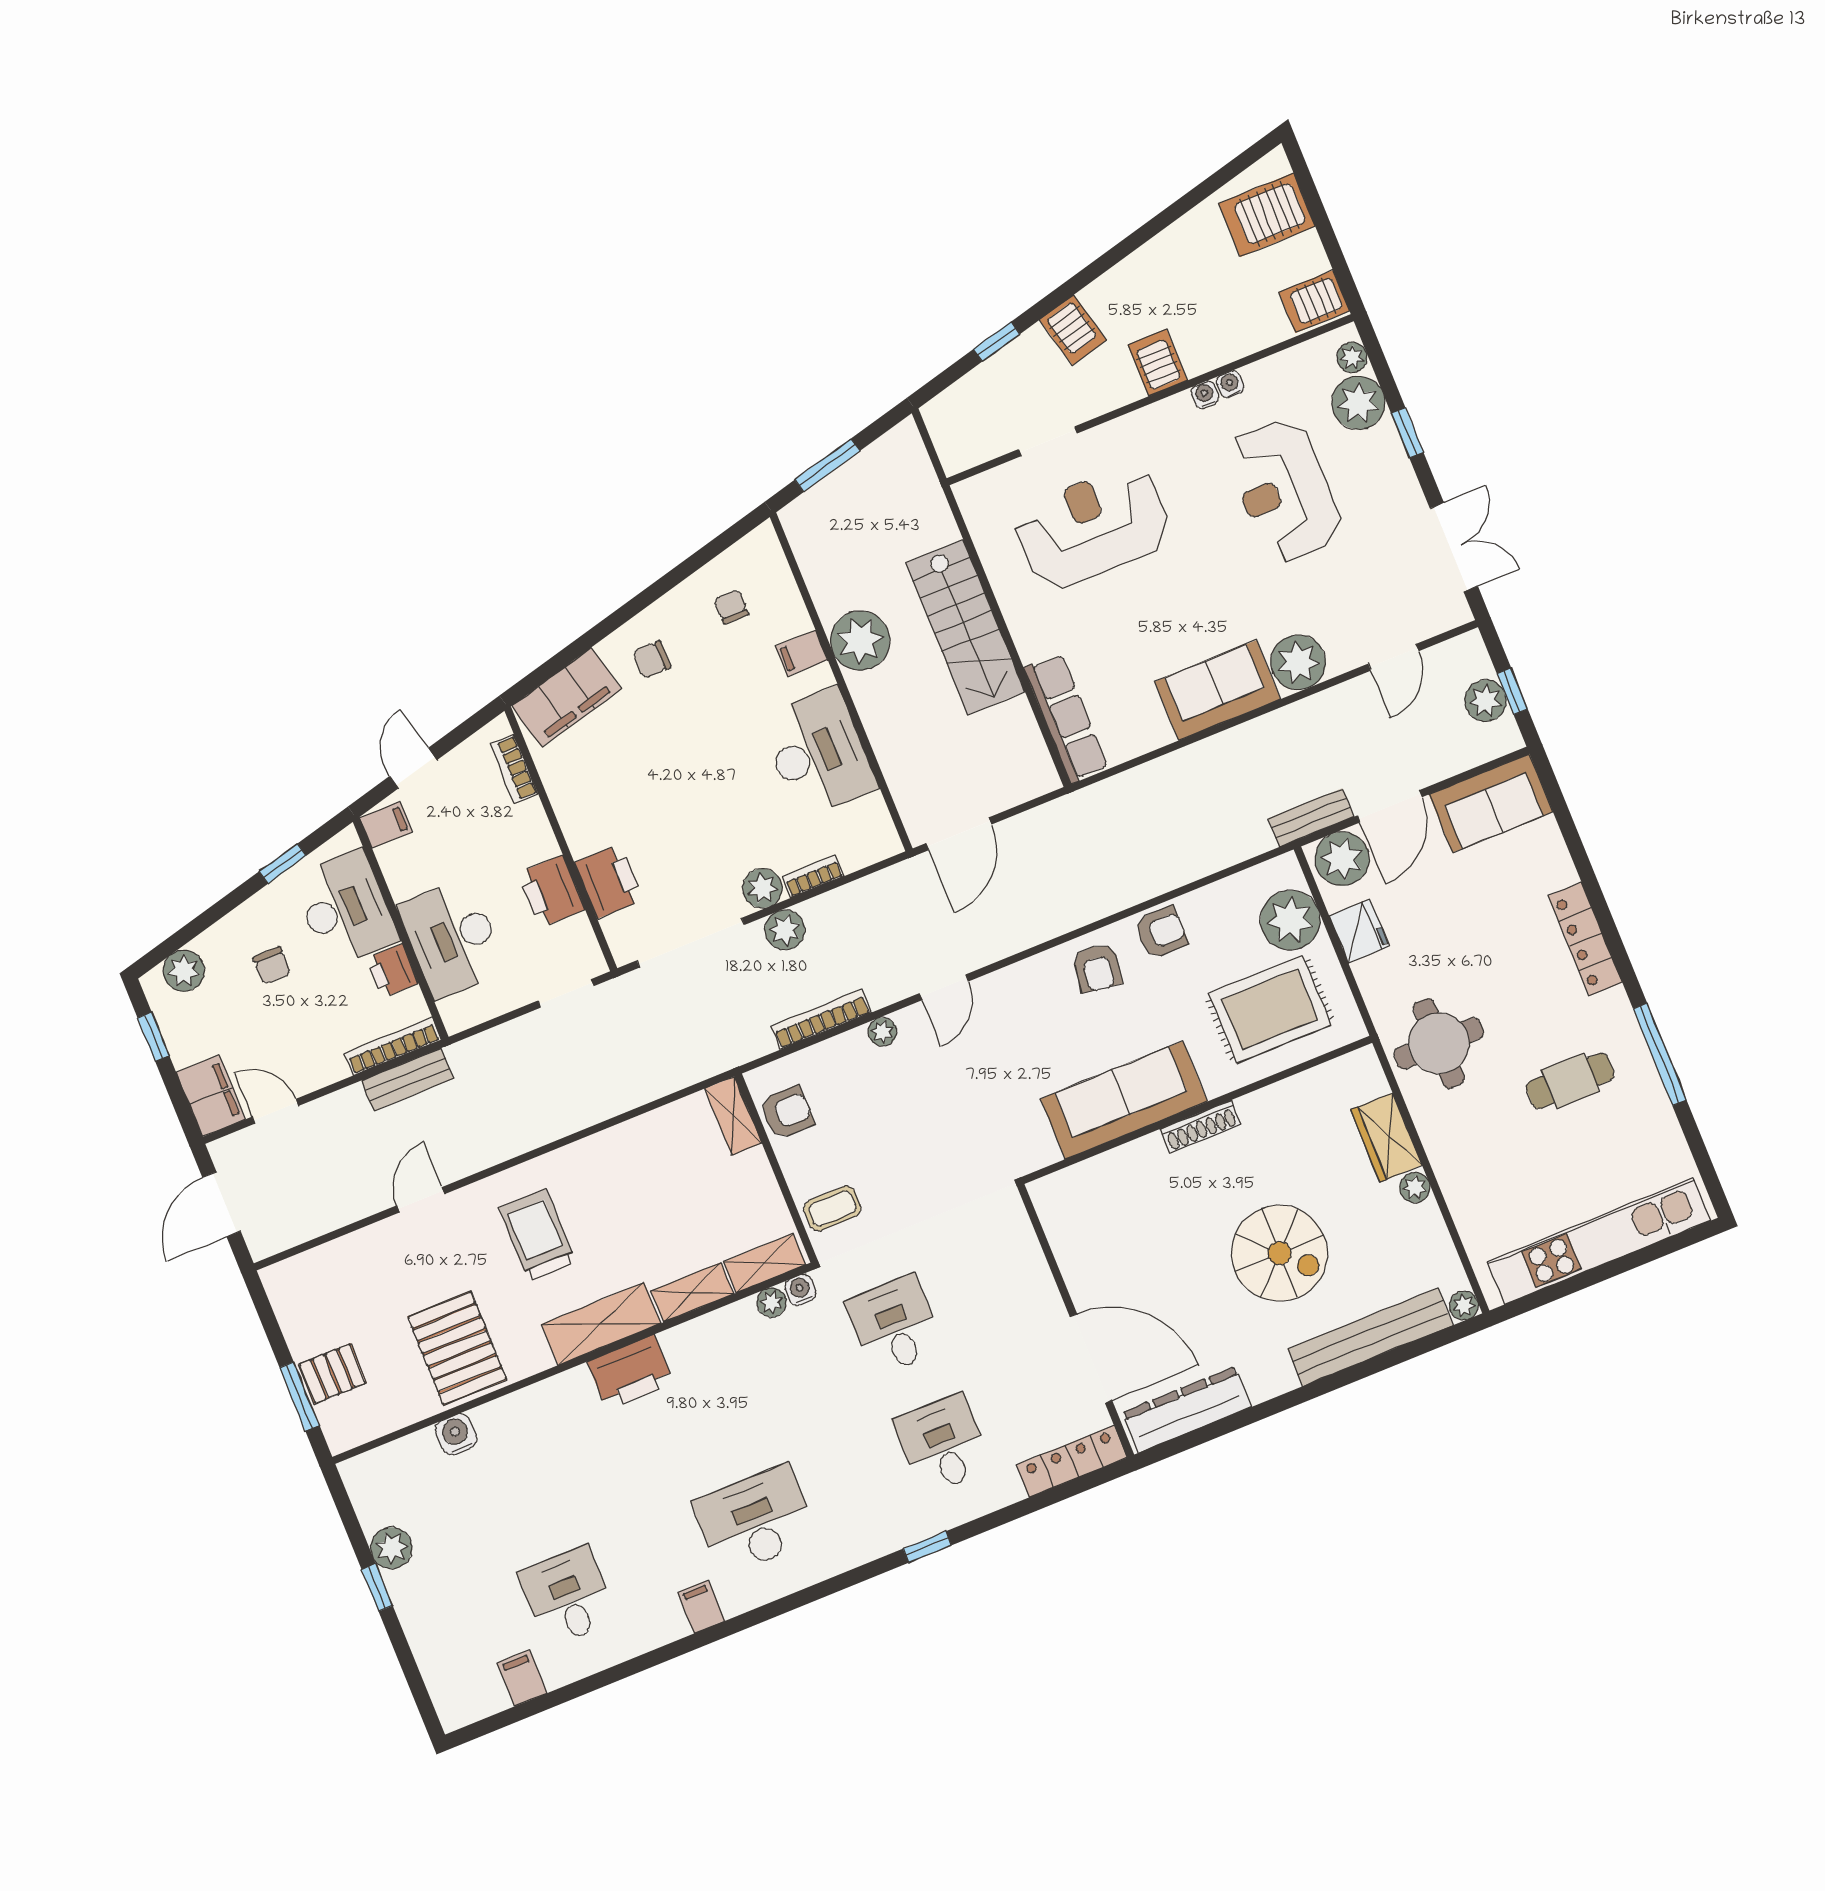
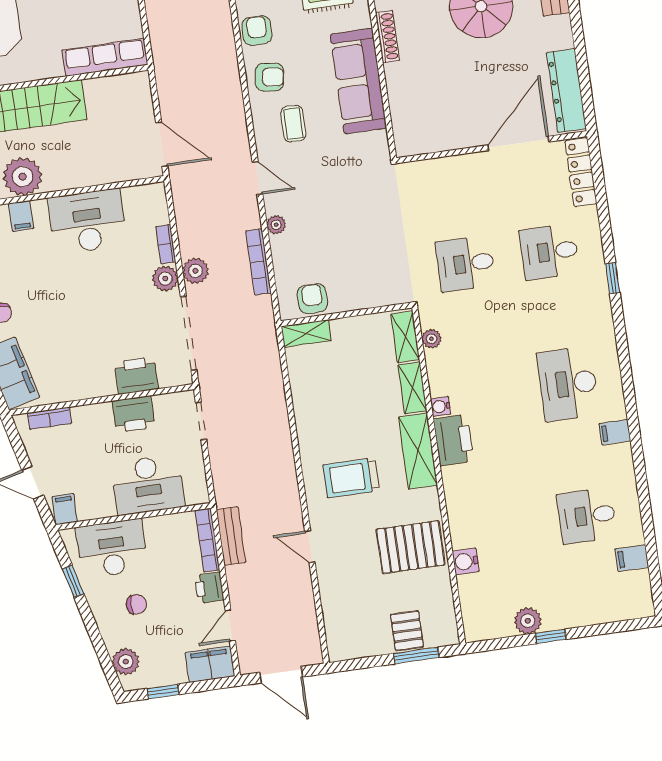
printer: (392, 971) -> (209, 588), moved, turned 90
coffee table: (832, 1208) -> (293, 124), moved
water cooler: (800, 1290) -> (441, 406), moved

